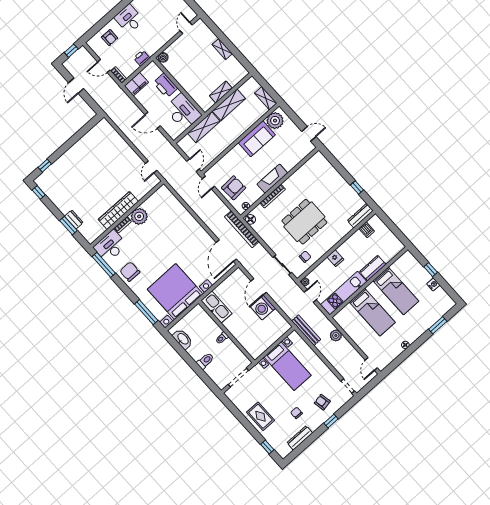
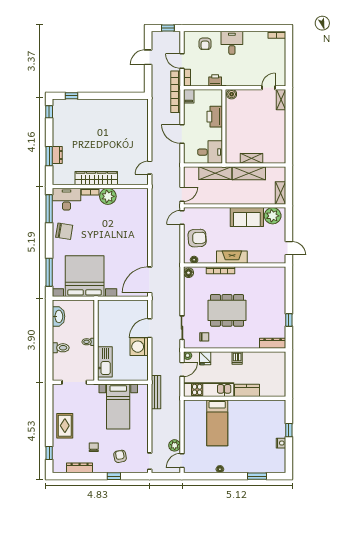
shelving: (222, 49) -> (281, 100), moved
filing cabinet: (136, 84) -> (189, 96), width x0.50
desk: (183, 112) -> (210, 152), width x0.73
bookcase: (242, 229) -> (176, 92), moved
dishwasher: (367, 230) -> (237, 358), moved
fridge: (335, 258) -> (205, 358), moved
chair: (130, 272) -> (64, 231), turned 99
bed: (396, 291) -> (249, 423), removed
kitchen sink: (216, 307) -> (105, 362), moved
plant: (336, 335) -> (175, 445), moved

